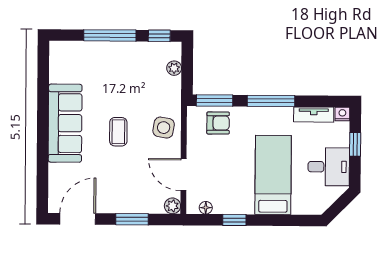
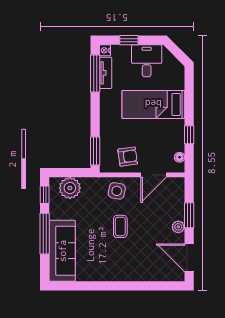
plant: (174, 68) -> (70, 188), width x1.87, depth x1.87
window: (271, 101) -> (95, 74), moved
sofa: (65, 123) -> (62, 251), moved, turned 90
armchair: (218, 123) -> (128, 157), moved, turned 82
coffee table: (118, 132) -> (120, 226), turned 90
plant: (172, 206) -> (178, 227), moved

